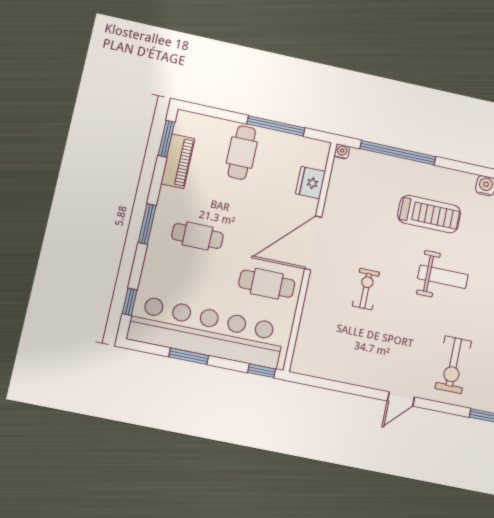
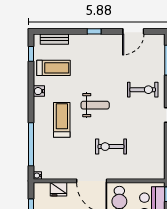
weight bench: (443, 277) -> (95, 105), turned 90
exercise bike: (366, 289) -> (111, 147), width x1.38, depth x1.39

